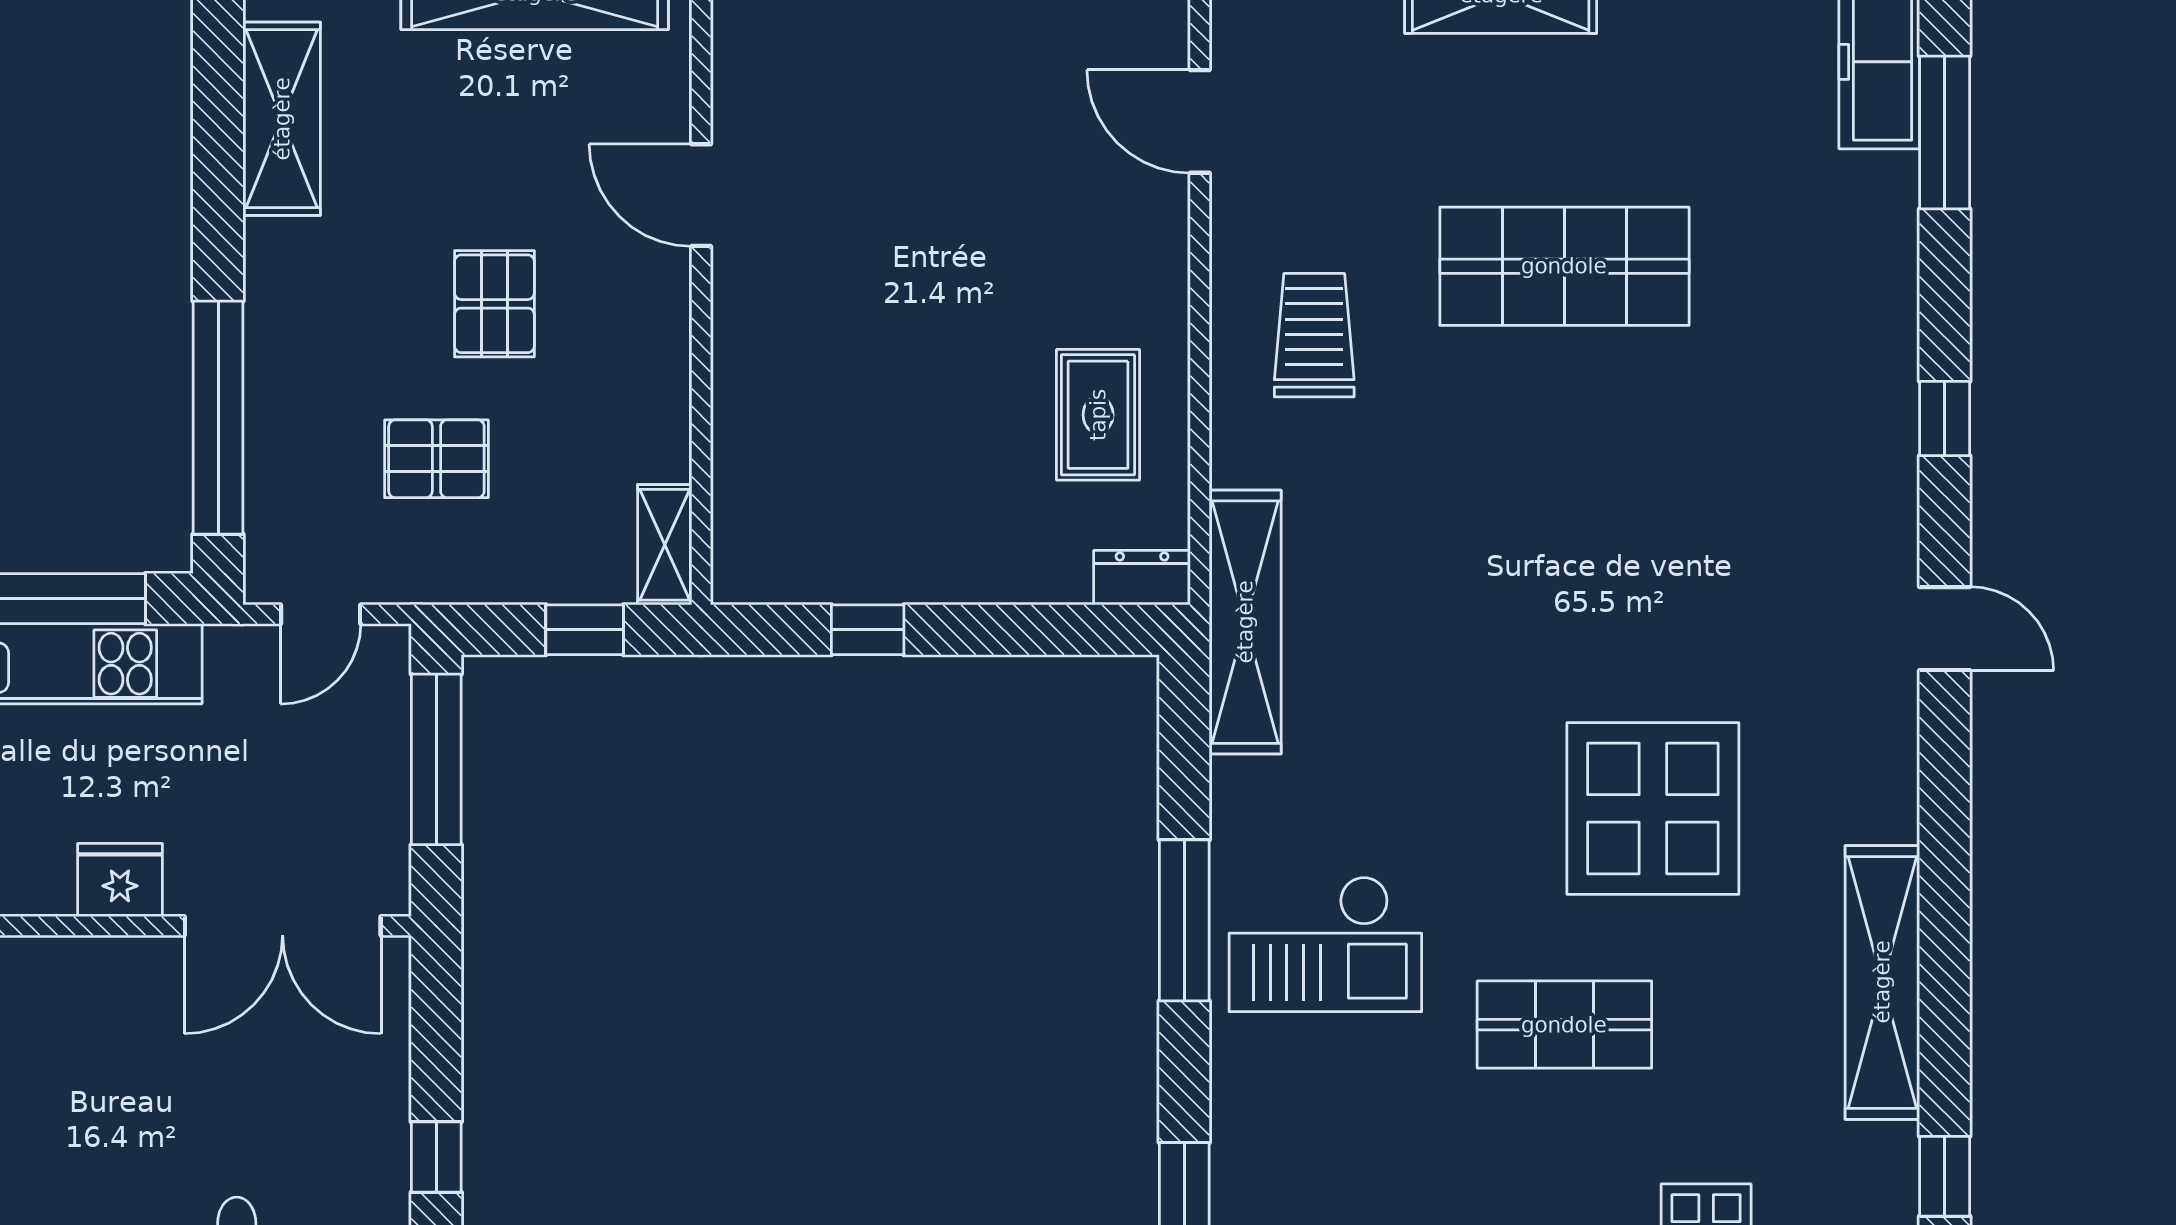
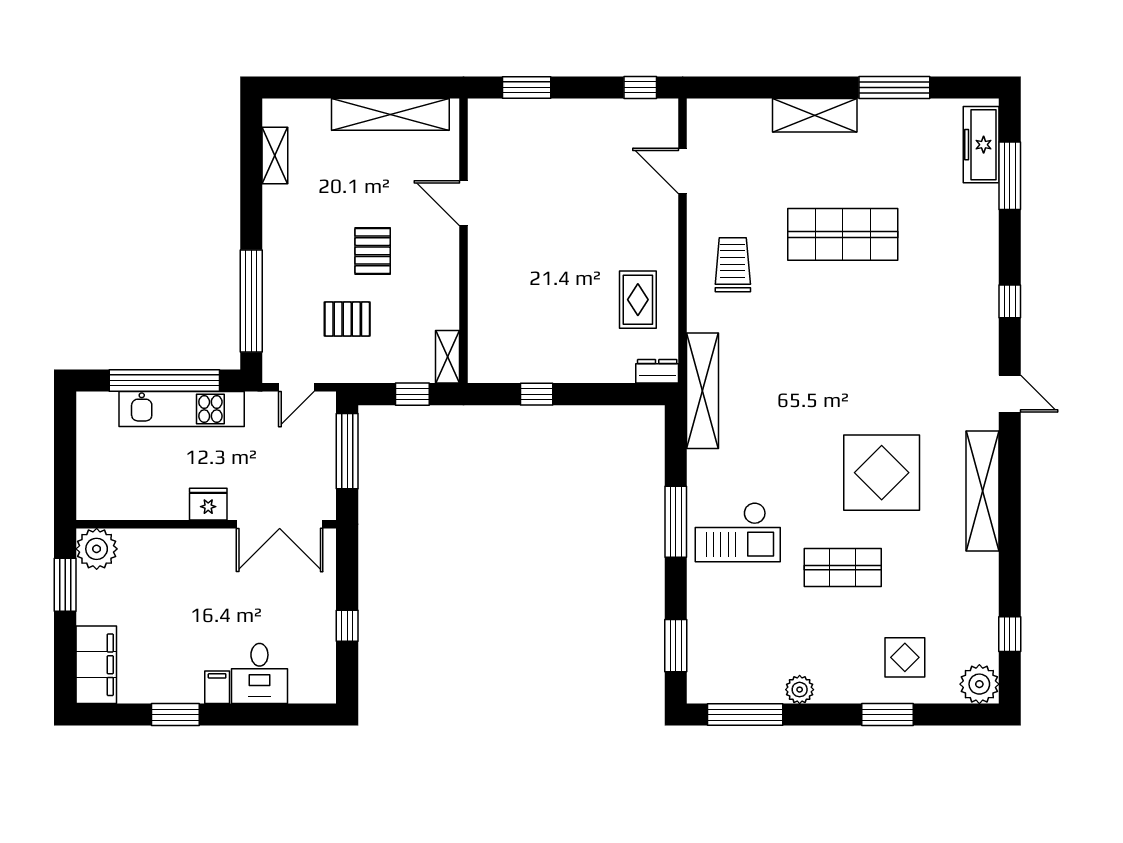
shelving: (282, 119) -> (275, 155), width x0.67, depth x0.75
shelving: (1882, 982) -> (982, 491), moved

